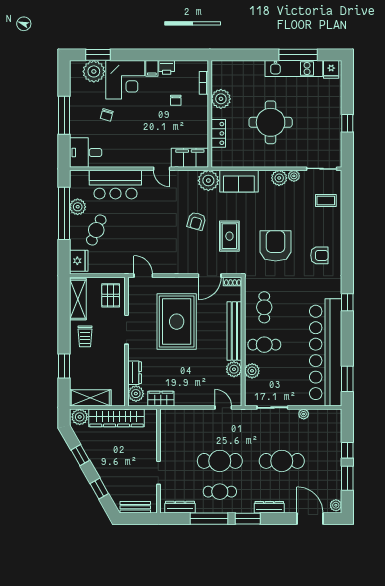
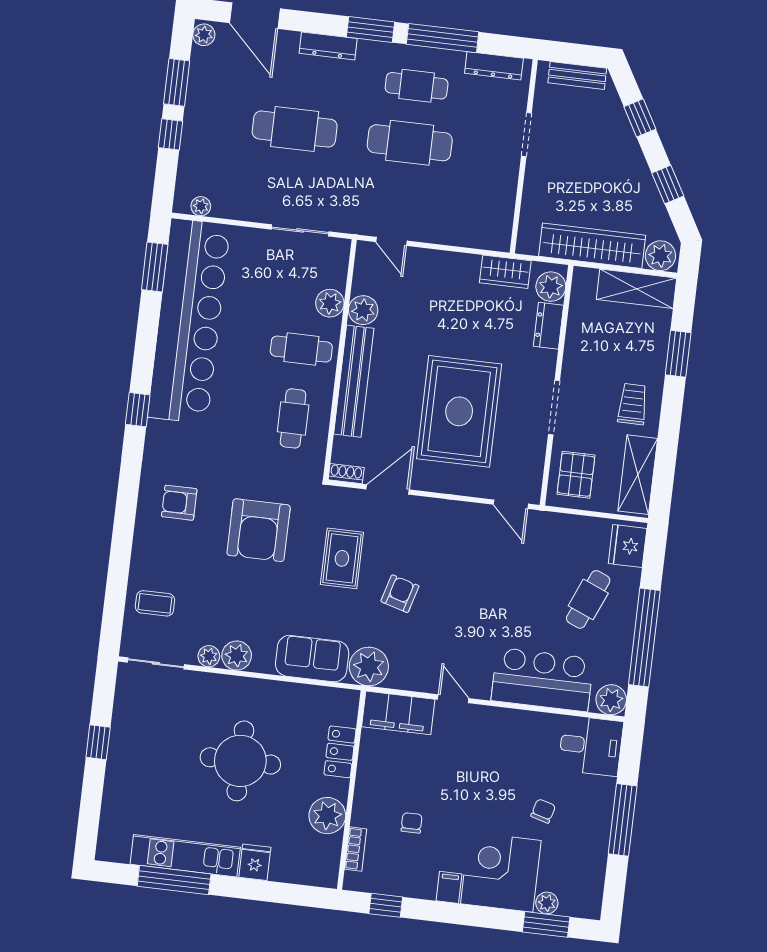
window: (184, 55) -> (386, 905), added
printer: (167, 67) -> (421, 886), removed
fridge: (331, 69) -> (255, 862), moved
plant: (94, 71) -> (547, 903), width x0.53, depth x0.53
plant: (78, 207) -> (611, 700), moved
plant: (304, 414) -> (201, 206), moved

